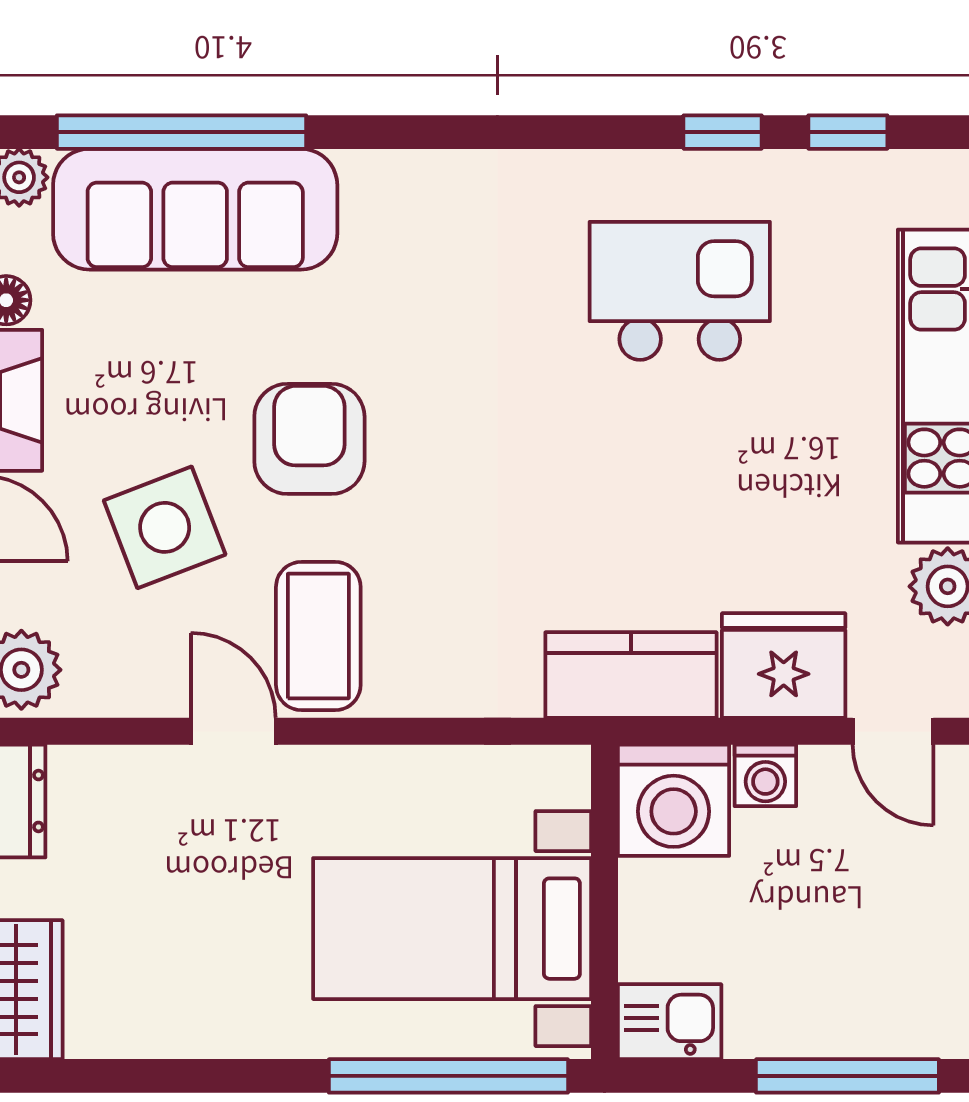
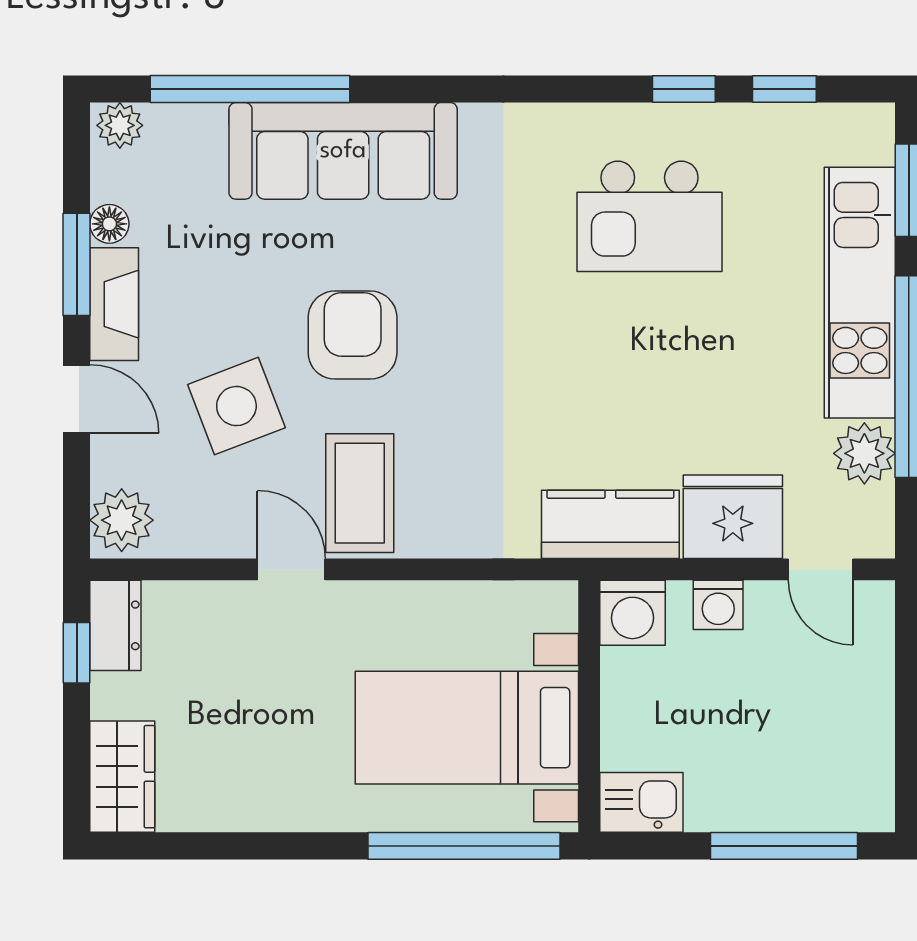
sofa: (195, 209) -> (343, 151), moved
kitchen island: (680, 291) -> (650, 216), turned 180
washing machine: (674, 800) -> (632, 613), width x0.73, depth x0.73

